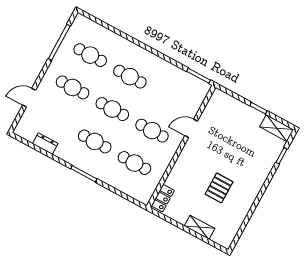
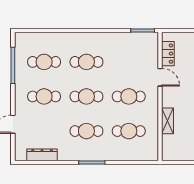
door: (191, 128) -> (160, 77), swing flipped
dresser: (45, 144) -> (42, 155), width x1.44
shelving: (176, 173) -> (167, 121), added
locker: (163, 198) -> (168, 54), moved

